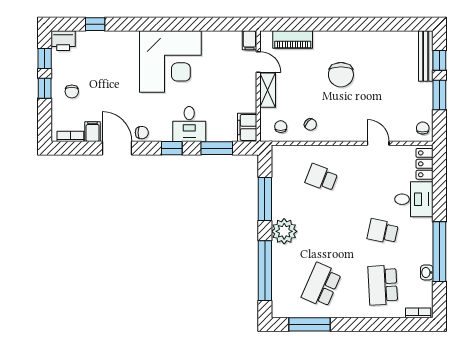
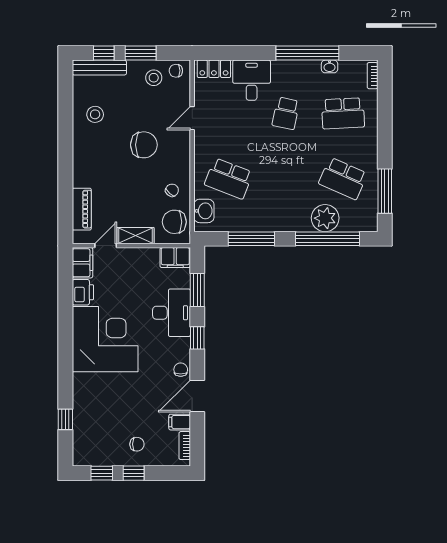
filing cabinet: (249, 40) -> (82, 263), width x2.00
printer: (63, 41) -> (83, 292), moved
stool: (382, 52) -> (95, 114), added
chair: (341, 75) -> (144, 145), moved
stool: (416, 107) -> (154, 78), added
desk: (189, 124) -> (172, 313), width x1.37
chair: (281, 127) -> (174, 222), width x1.87, depth x1.87
washbasin: (291, 154) -> (204, 211), added
school desk: (321, 178) -> (229, 178), width x1.85
plant: (284, 231) -> (325, 218), moved

